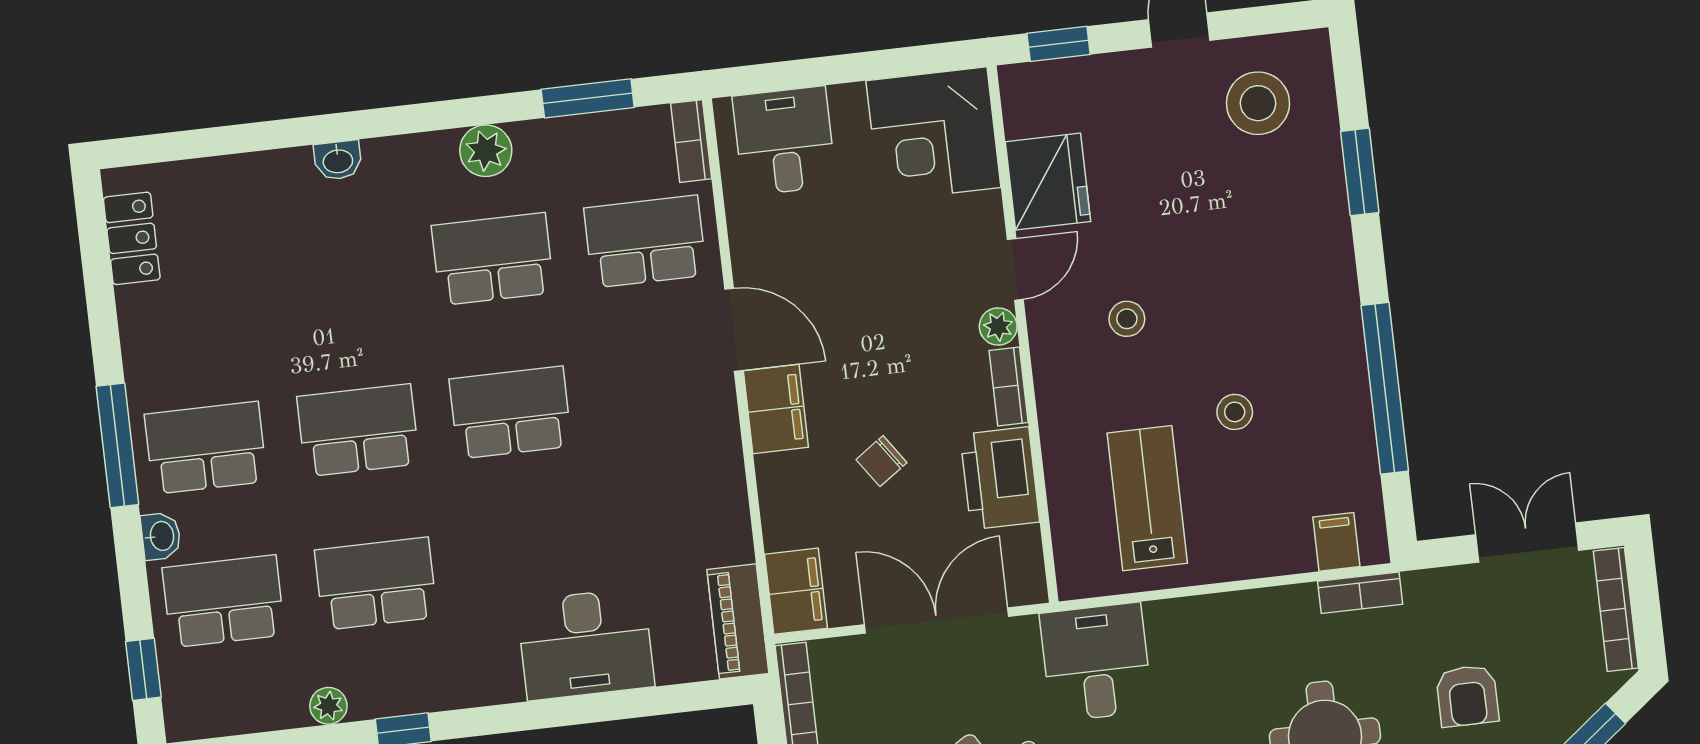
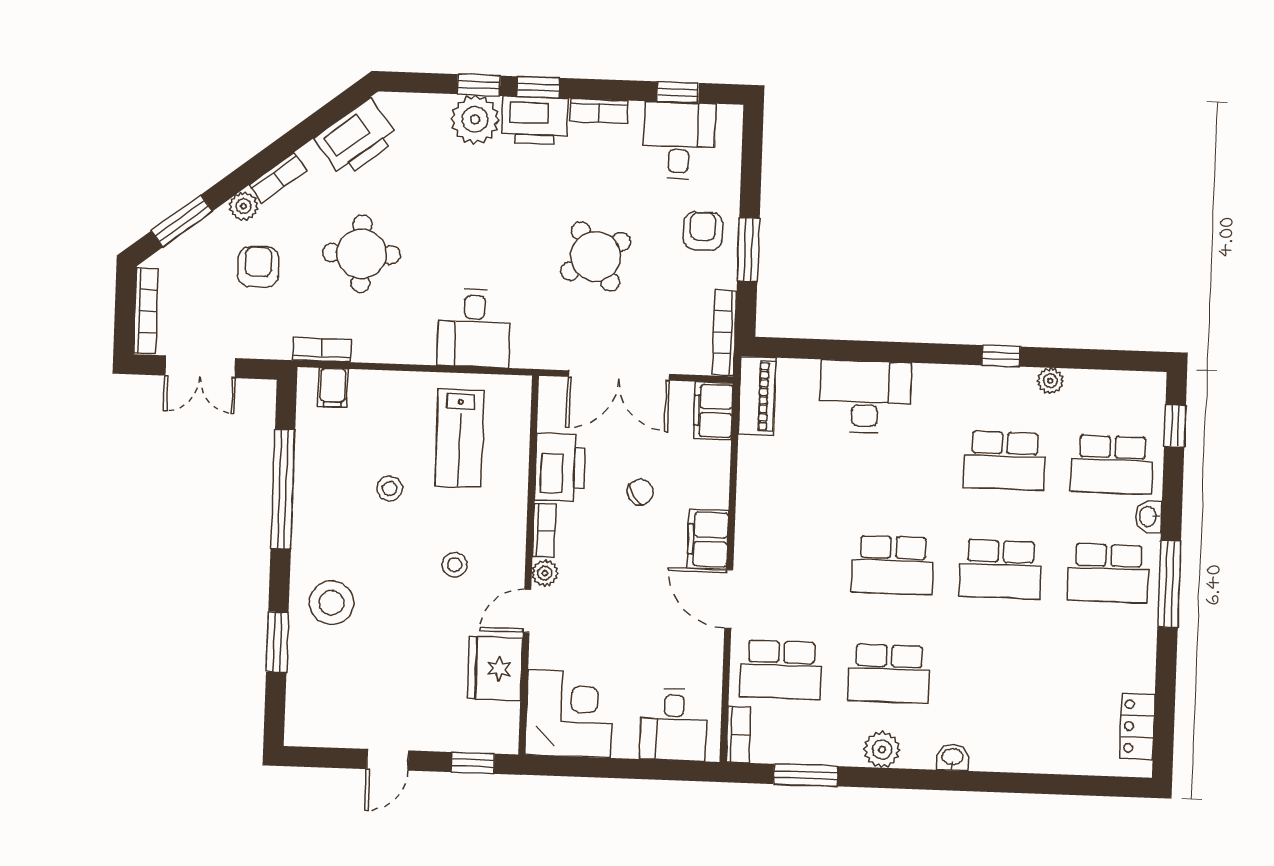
stool: (1258, 103) -> (331, 603), moved
washbasin: (338, 160) -> (952, 757), moved
desk: (1096, 662) -> (474, 328), moved

